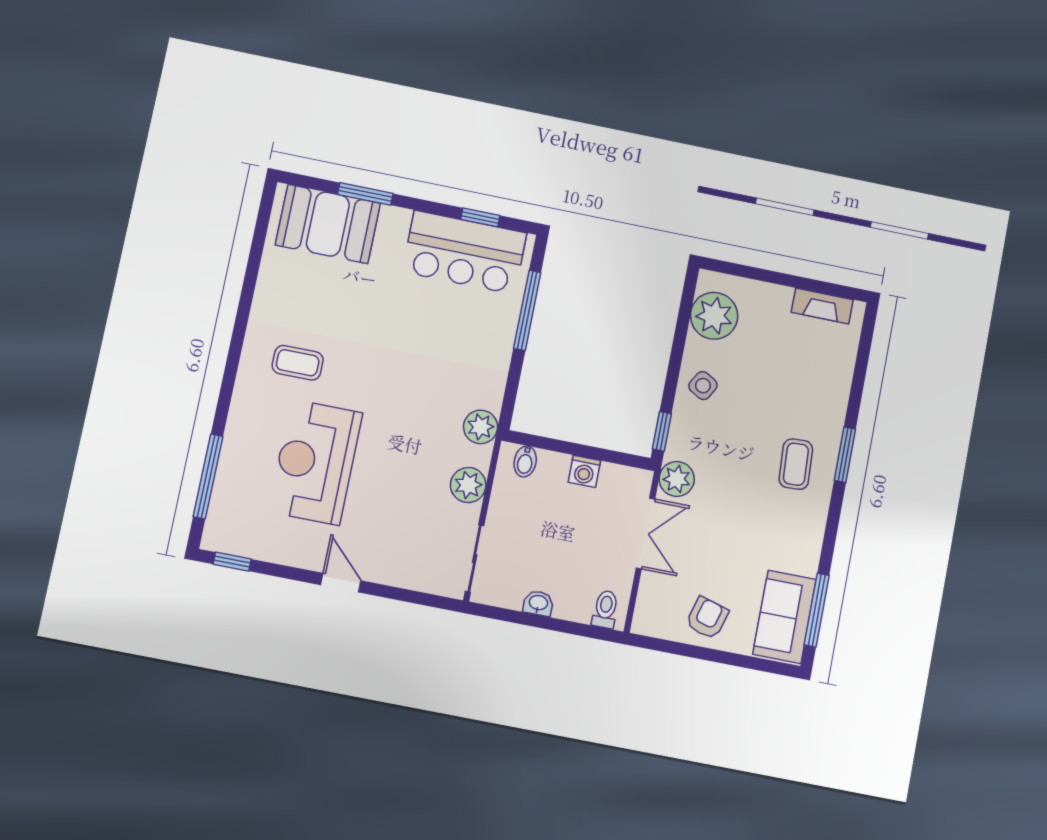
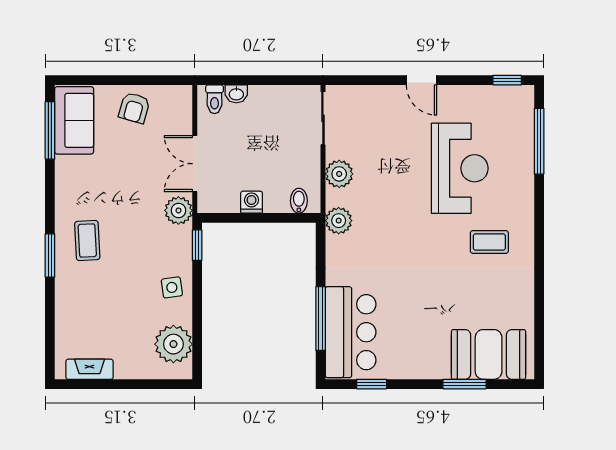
bar counter: (464, 252) -> (351, 332), moved, turned 90
side table: (703, 386) -> (172, 287), turned -38
washbasin: (538, 603) -> (236, 94), moved

